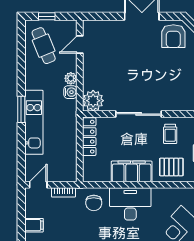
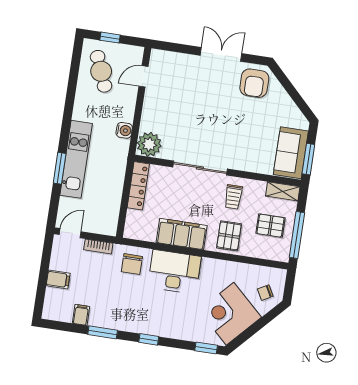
plant: (71, 78) -> (127, 114), removed
window: (21, 109) -> (60, 168), moved
pallet: (171, 167) -> (229, 236), turned 90

